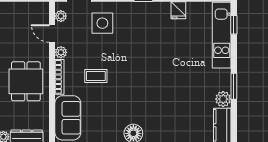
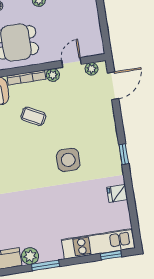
side table: (102, 23) -> (68, 160), moved
coffee table: (96, 76) -> (33, 116), turned -62

